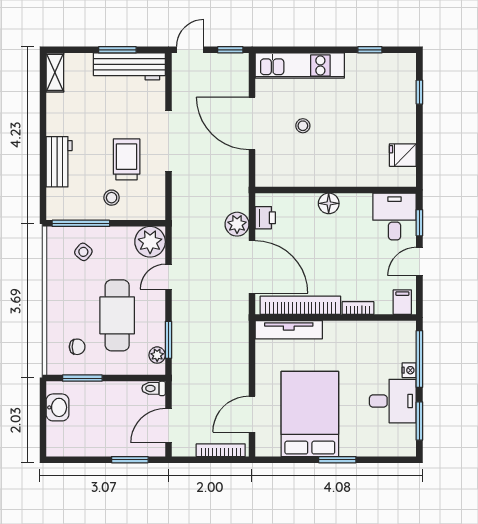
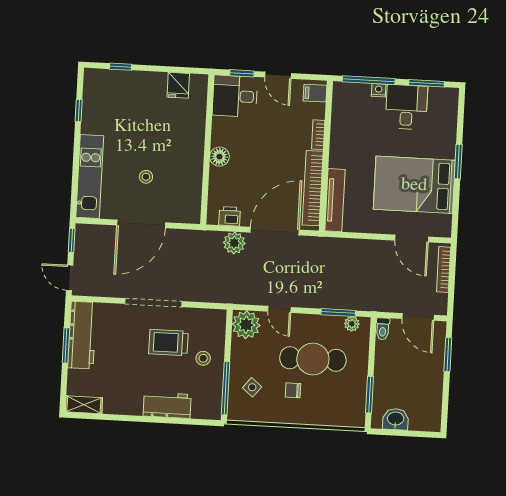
chair: (77, 347) -> (293, 390), moved, turned -90

